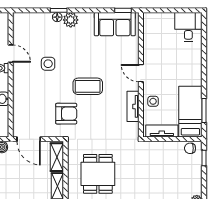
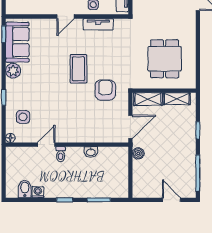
floor lamp: (57, 17) -> (10, 138), moved
plant: (71, 20) -> (13, 71), moved
side table: (48, 64) -> (23, 117), moved
dining table: (98, 174) -> (165, 59), turned 90

